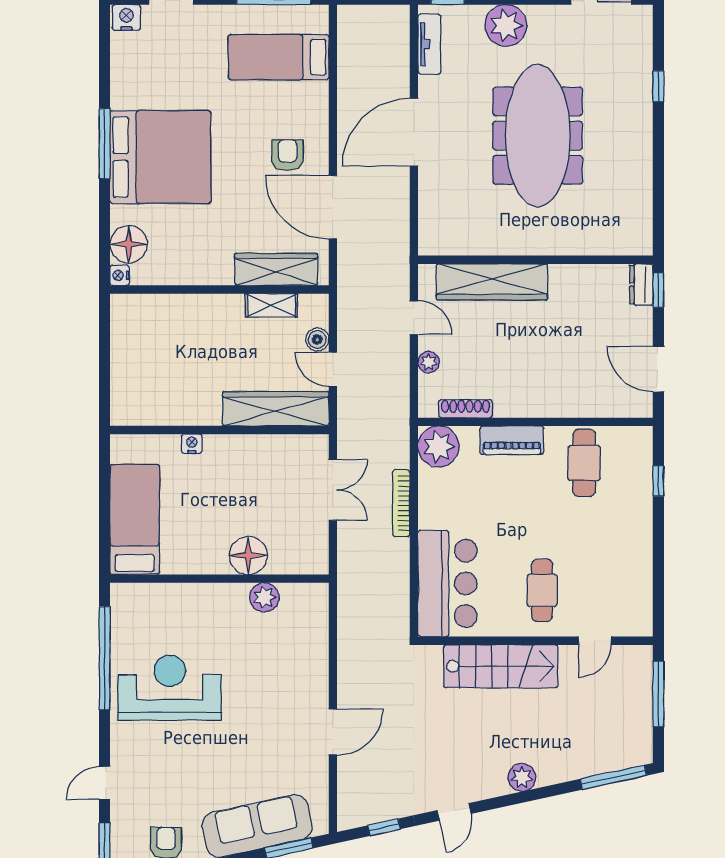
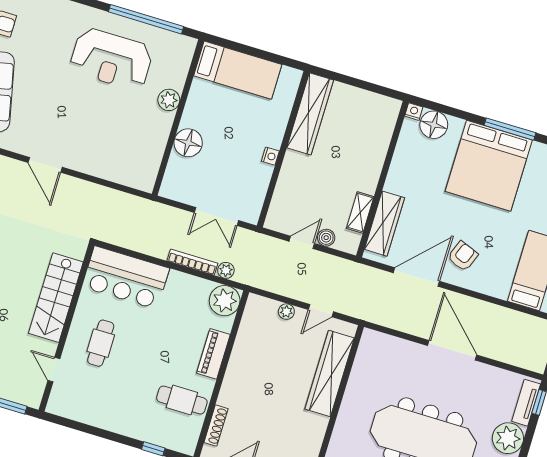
tv unit: (429, 44) -> (526, 403), moved, turned 90
armchair: (288, 155) -> (463, 256), turned -69
wardrobe: (276, 409) -> (310, 114), moved
shoe rack: (465, 409) -> (216, 426), moved
nightstand: (192, 444) -> (270, 156), moved
plant: (399, 457) -> (226, 270), added
cafe table: (542, 590) -> (101, 343), turned 90
plant: (264, 597) -> (169, 100), moved
reception desk: (170, 688) -> (111, 59), turned 90

